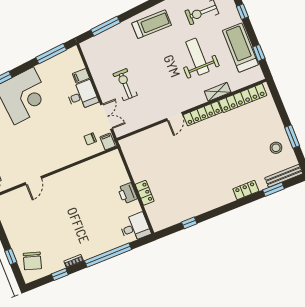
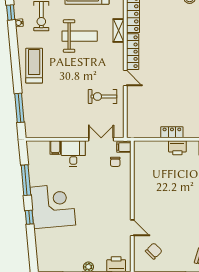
window: (51, 54) -> (26, 180), moved
weight bench: (197, 57) -> (80, 36), turned 180
exercise bike: (125, 85) -> (103, 96), moved
locker: (145, 193) -> (172, 132), moved
chair: (19, 210) -> (154, 251), added

